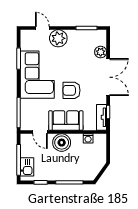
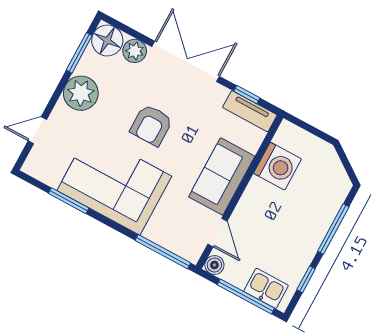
floor lamp: (99, 37) -> (107, 40), added
plant: (58, 38) -> (81, 93), moved
armchair: (72, 90) -> (151, 125), moved
door: (40, 132) -> (217, 233), hinge flipped
washing machine: (88, 138) -> (277, 166), width x1.89, depth x1.89
boiler: (62, 143) -> (214, 265), moved, width x0.54, depth x0.54

